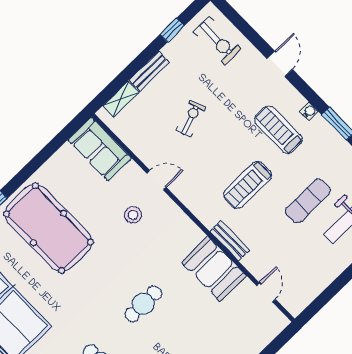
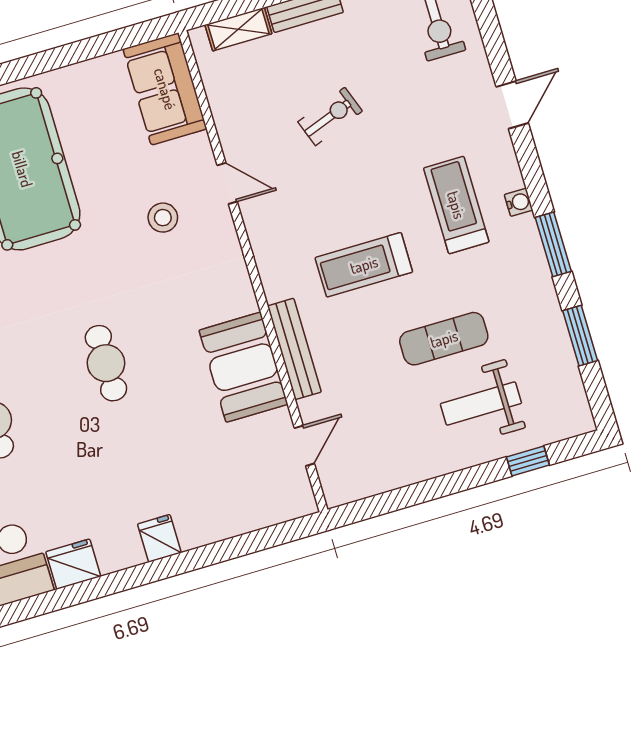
bench: (230, 241) -> (294, 349), width x1.36
cafe table: (143, 304) -> (106, 363), turned 90

